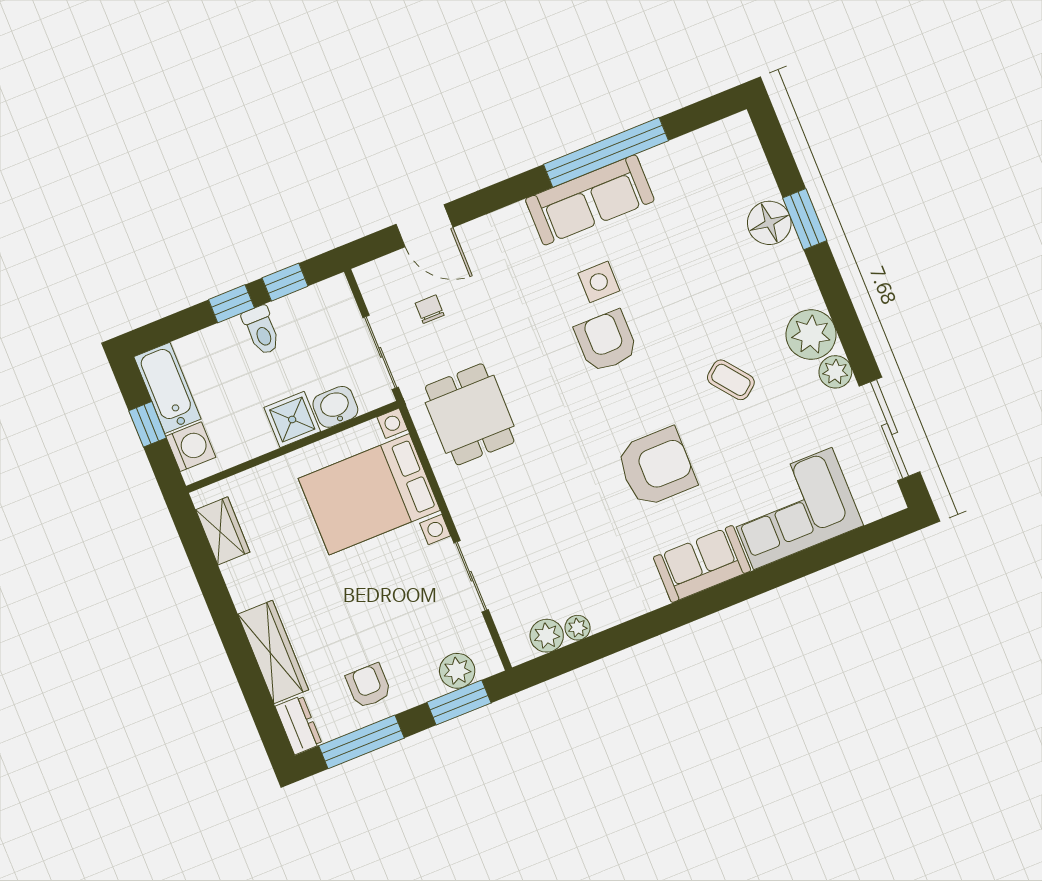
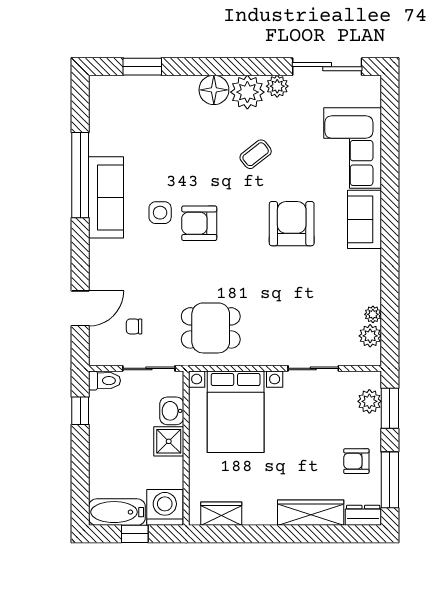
window: (805, 219) -> (142, 67), moved
floor lamp: (769, 223) -> (214, 90), moved
window: (231, 304) -> (80, 450), removed
toilet: (261, 330) -> (104, 381), moved
washing machine: (191, 447) -> (165, 507), width x1.37, depth x1.37

